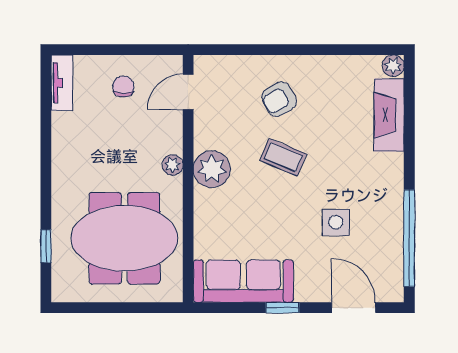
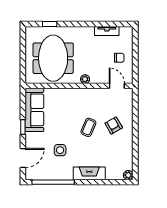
tv unit: (62, 83) -> (107, 31), moved
fireplace: (389, 115) -> (89, 173), moved
plant: (212, 169) -> (83, 96), removed

